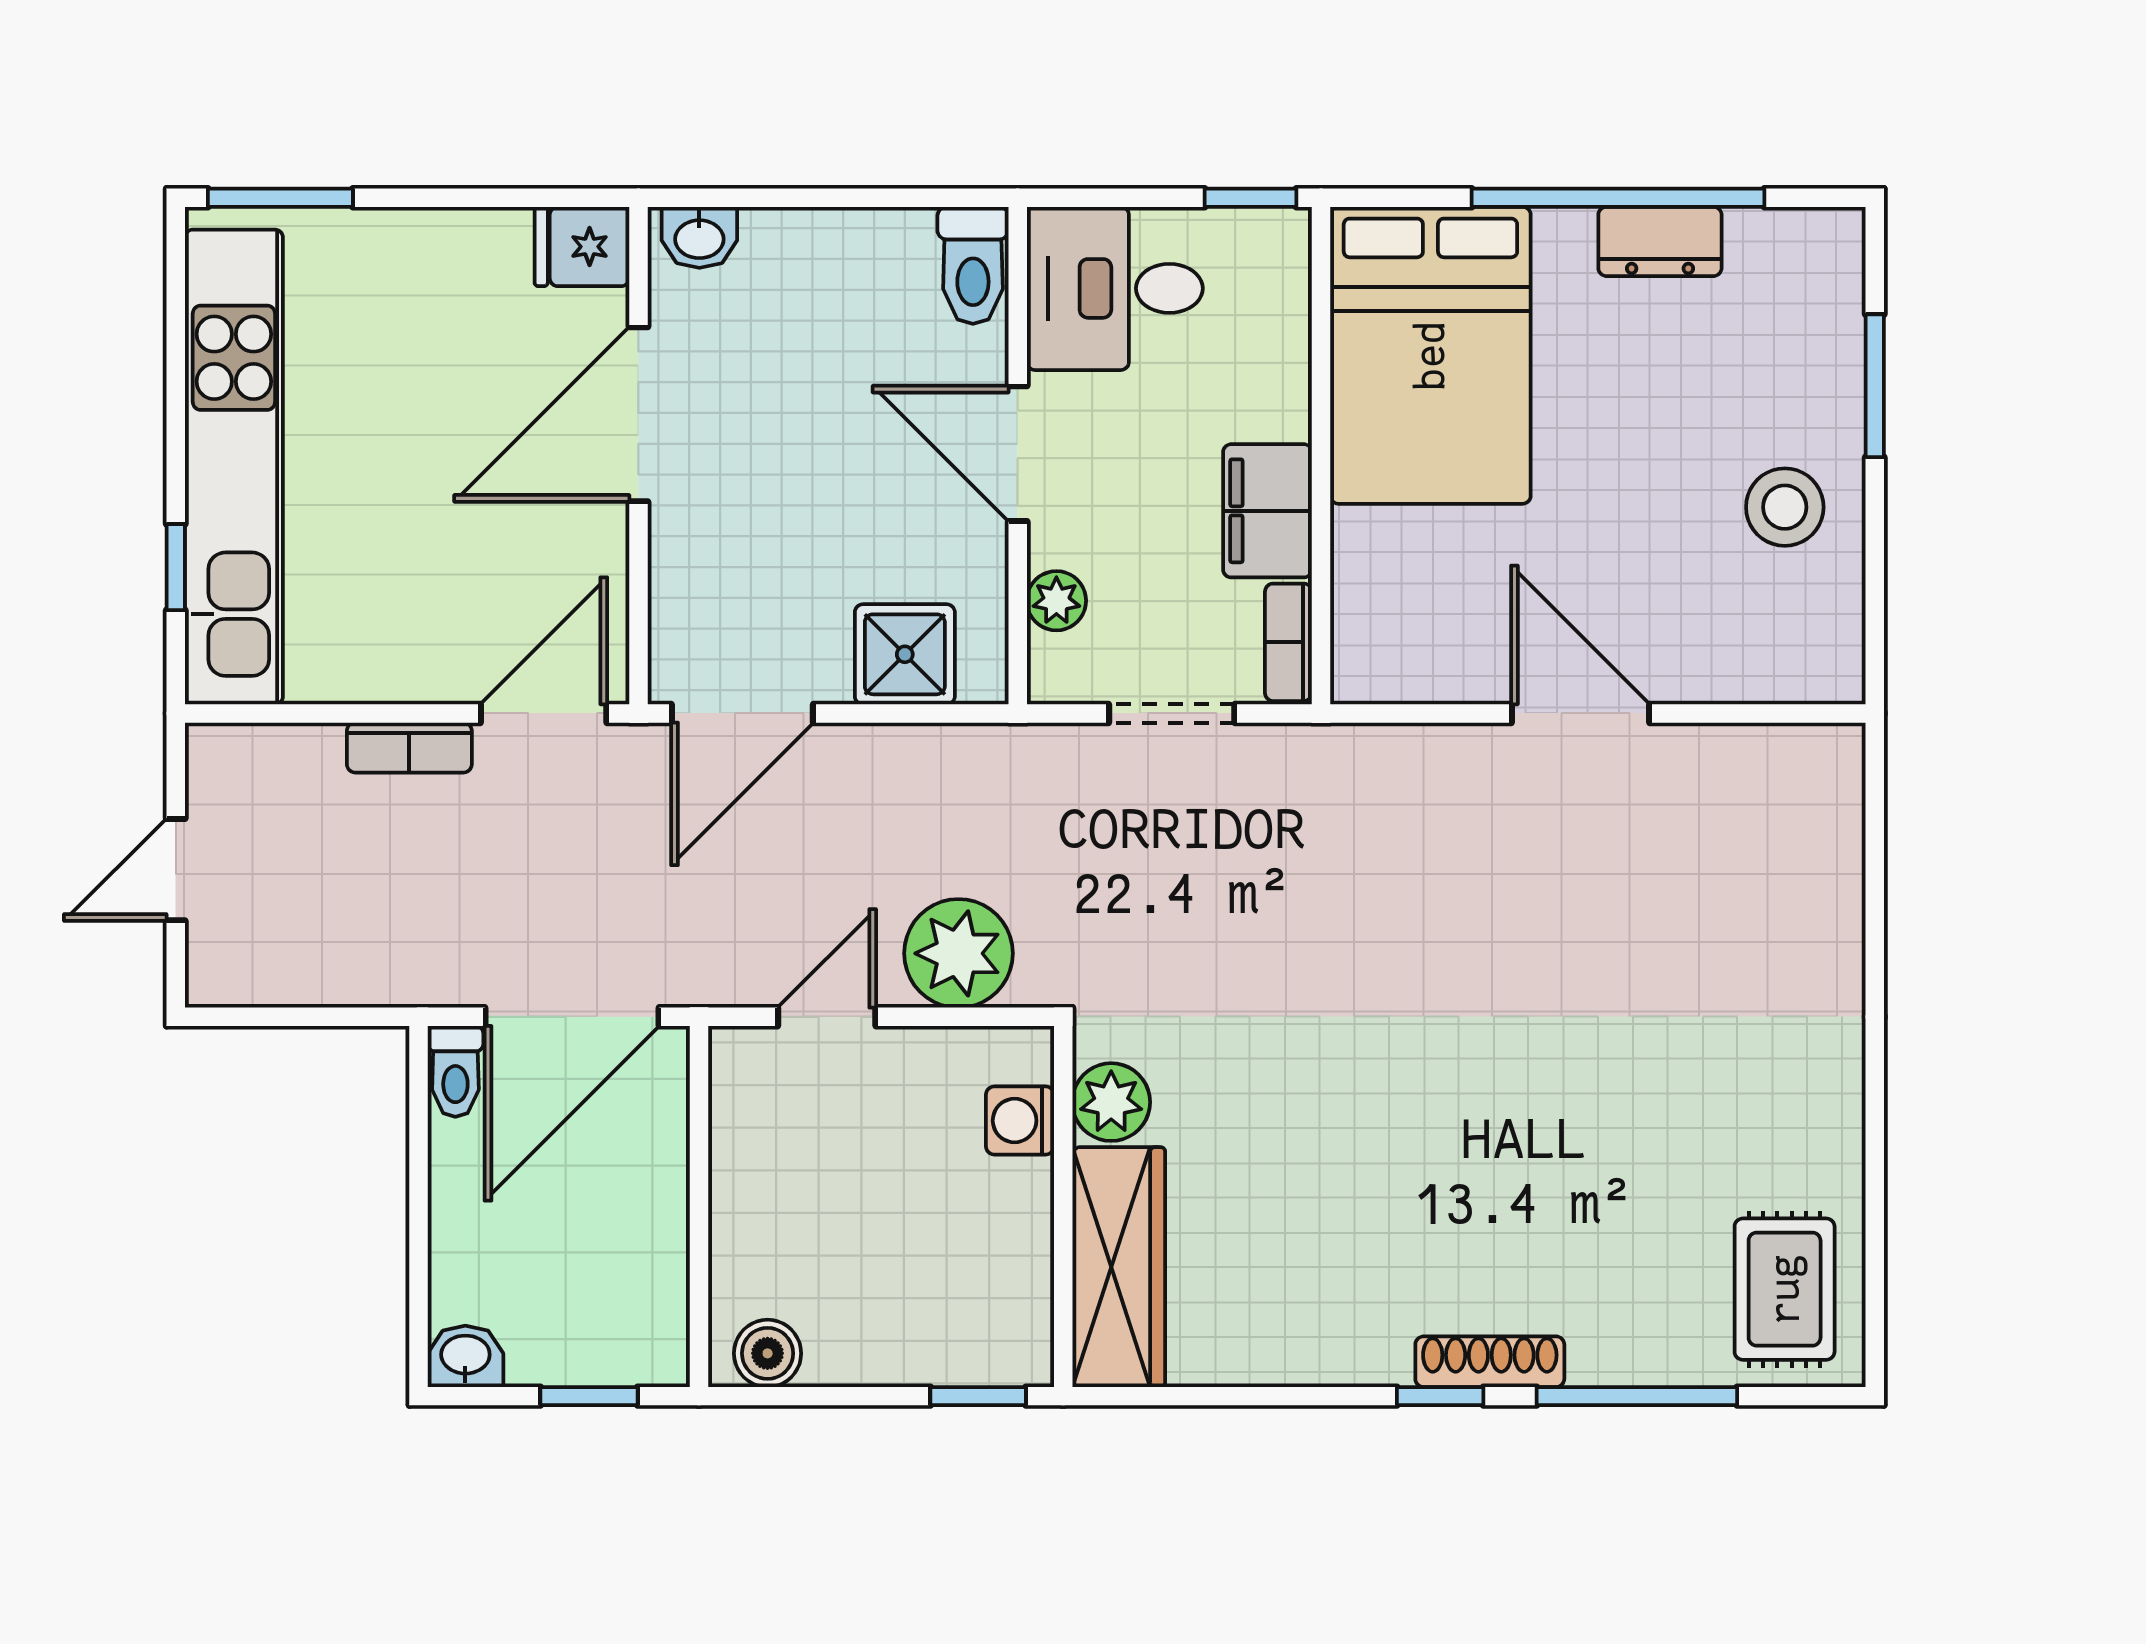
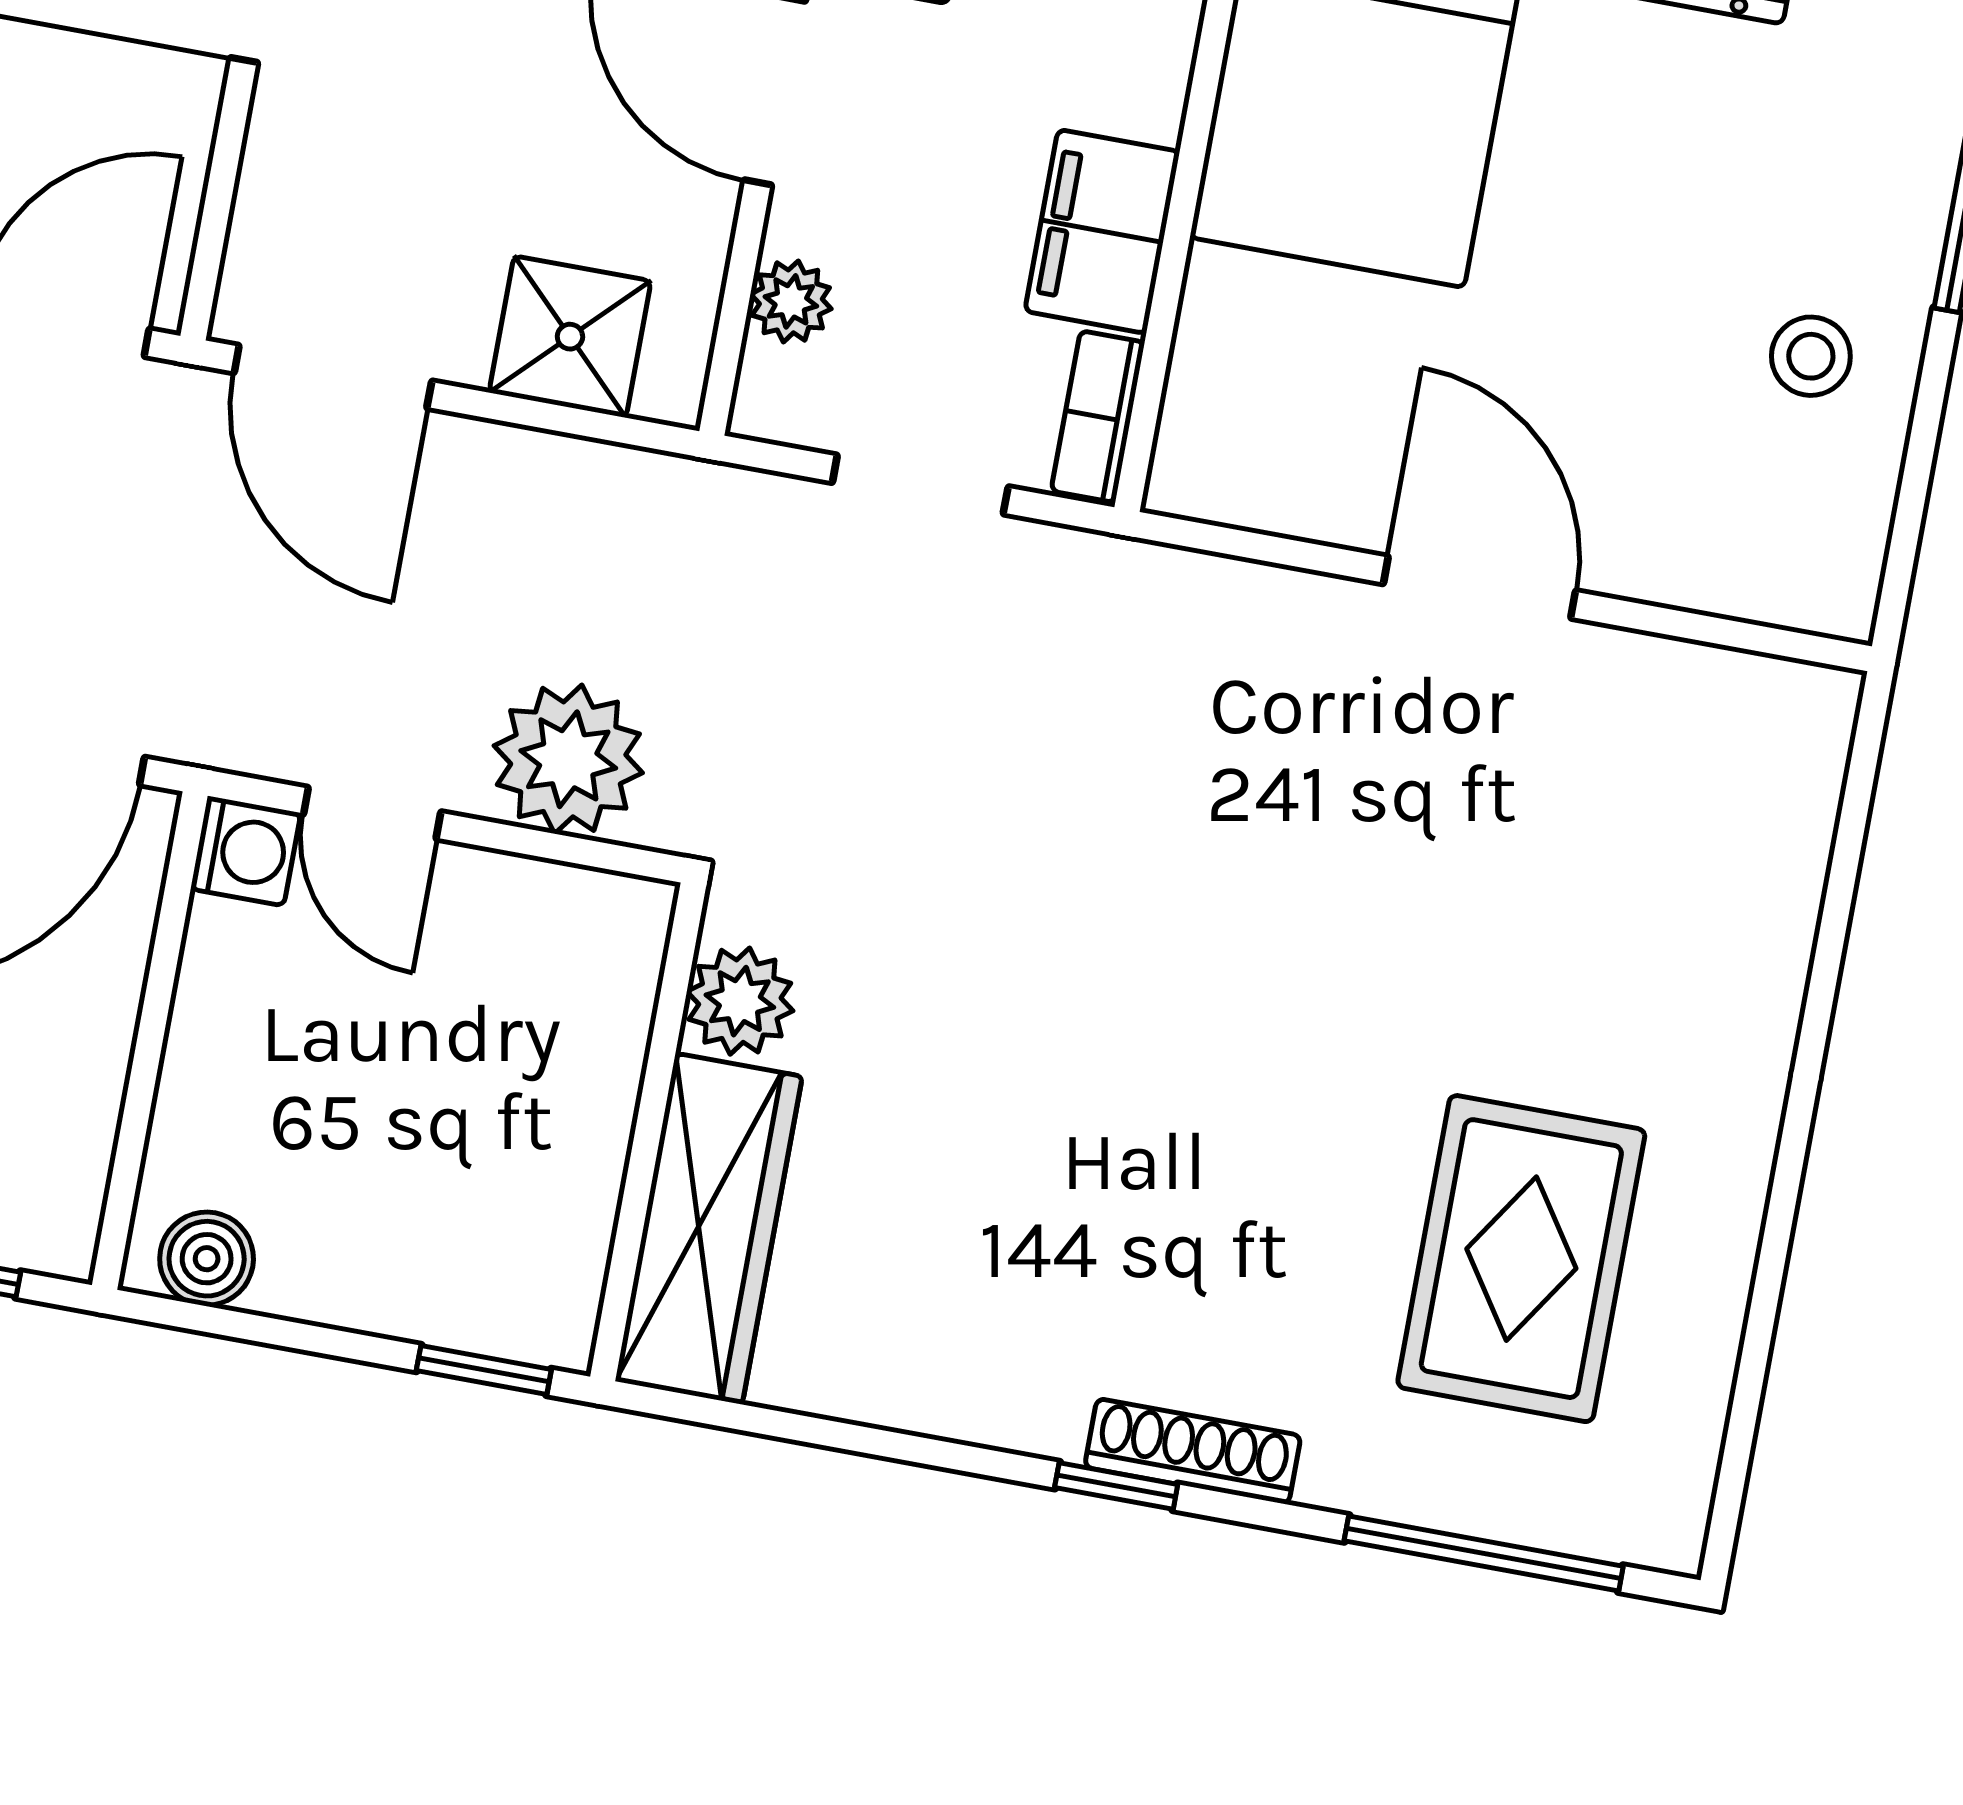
stool: (1785, 507) -> (1811, 356), width x0.73, depth x0.73
door: (742, 713) -> (333, 377), hinge flipped
door: (827, 1017) -> (372, 813), swing flipped
washing machine: (1020, 1121) -> (246, 851), moved, turned 180
rug: (1785, 1289) -> (1521, 1259), moved, width x1.36, depth x1.43
window: (1637, 1396) -> (1484, 1553), moved

